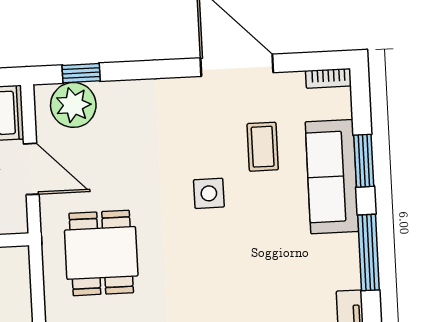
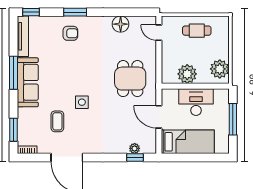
plant: (73, 105) -> (135, 148), width x0.53, depth x0.53
window: (364, 161) -> (13, 130), moved
sofa: (332, 177) -> (28, 82), moved

